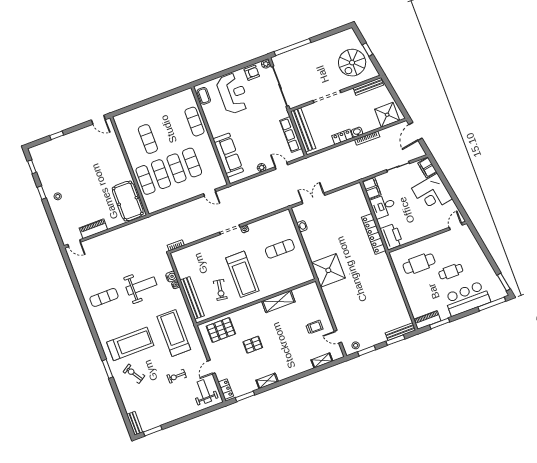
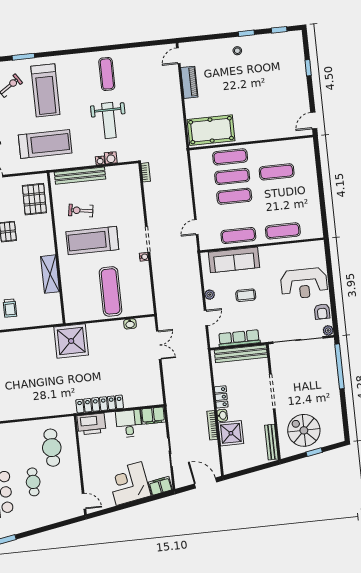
coffee table: (204, 96) -> (246, 295), moved
shower: (387, 115) -> (231, 433), moved
exercise mat: (192, 163) -> (238, 236), moved
exercise mat: (280, 249) -> (111, 291), width x1.36, depth x1.45

